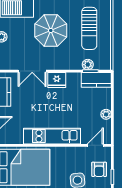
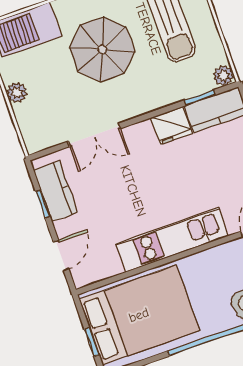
plant: (88, 65) -> (224, 76), moved
fridge: (57, 80) -> (171, 126), moved

